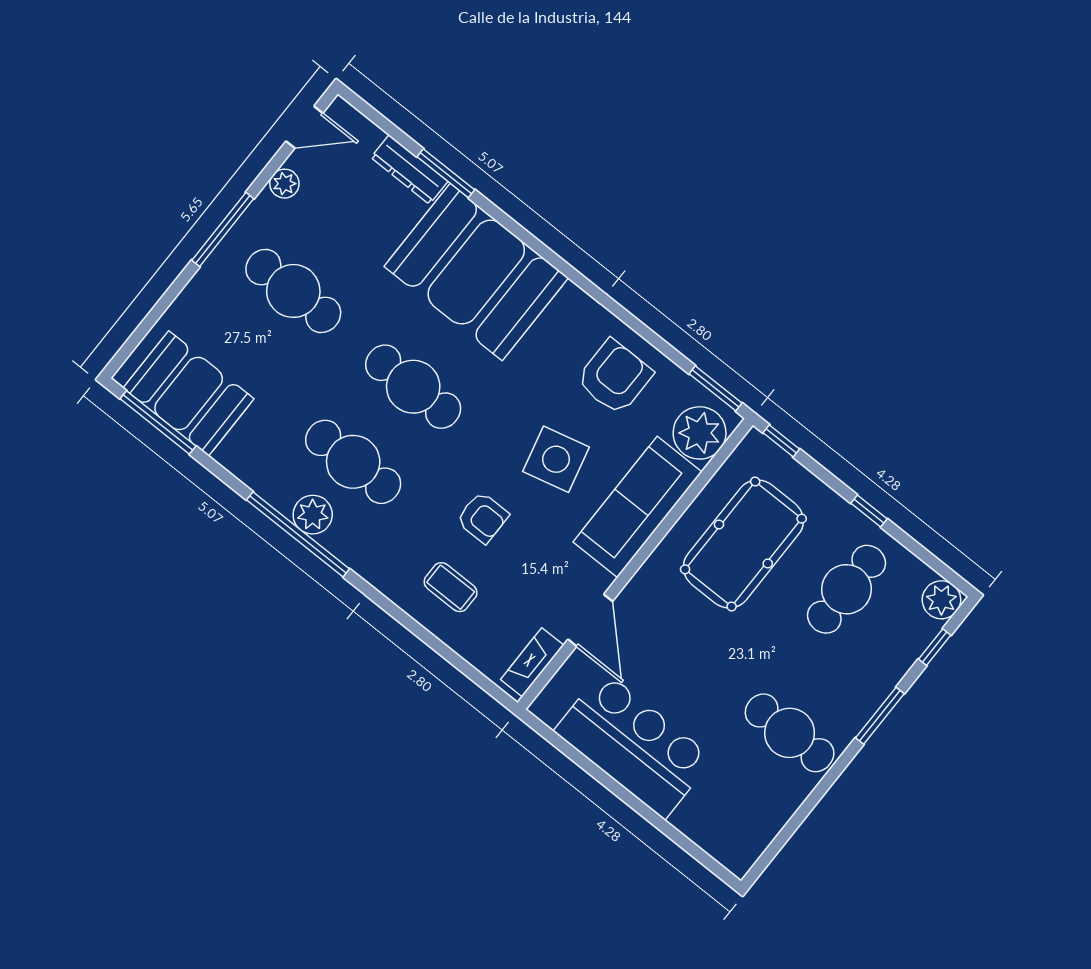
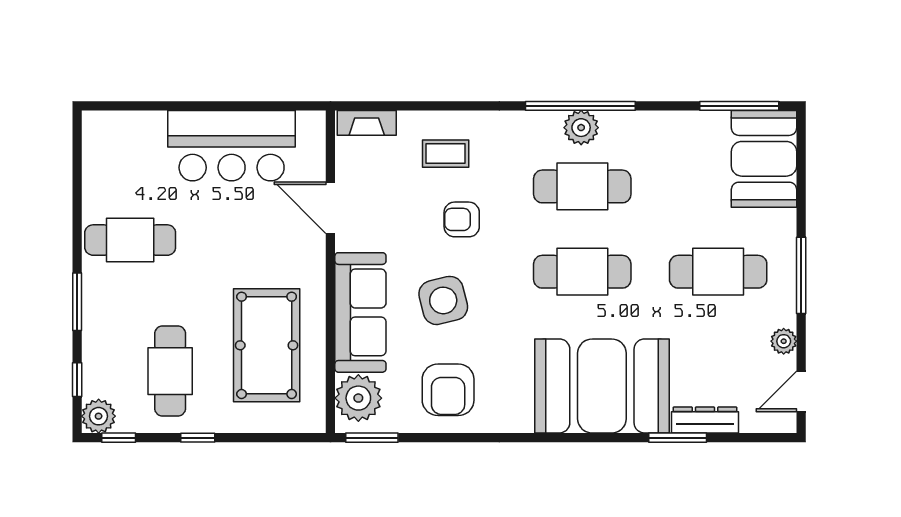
booth: (189, 393) -> (764, 159), moved, turned 90
window: (781, 441) -> (119, 438), moved
fireplace: (532, 662) -> (367, 123), moved, turned 90

